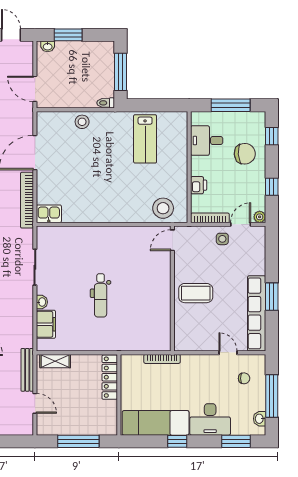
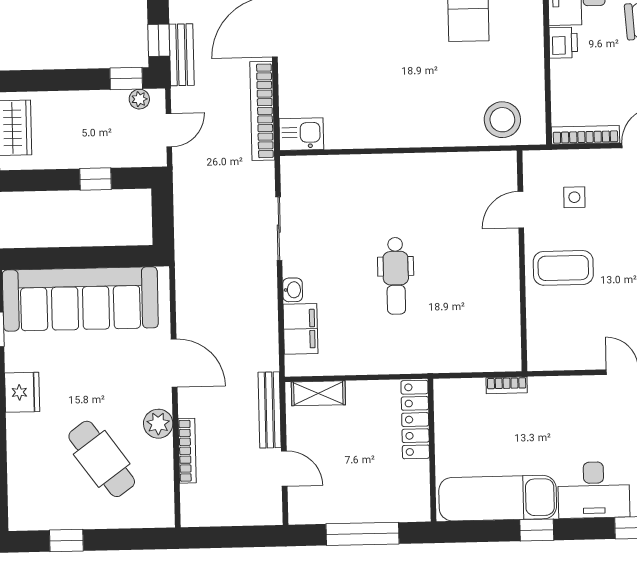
printer: (199, 185) -> (563, 43), moved
side table: (222, 239) -> (574, 197), moved
door: (172, 240) -> (521, 210), moved
bookcase: (162, 359) -> (507, 385), width x0.64

